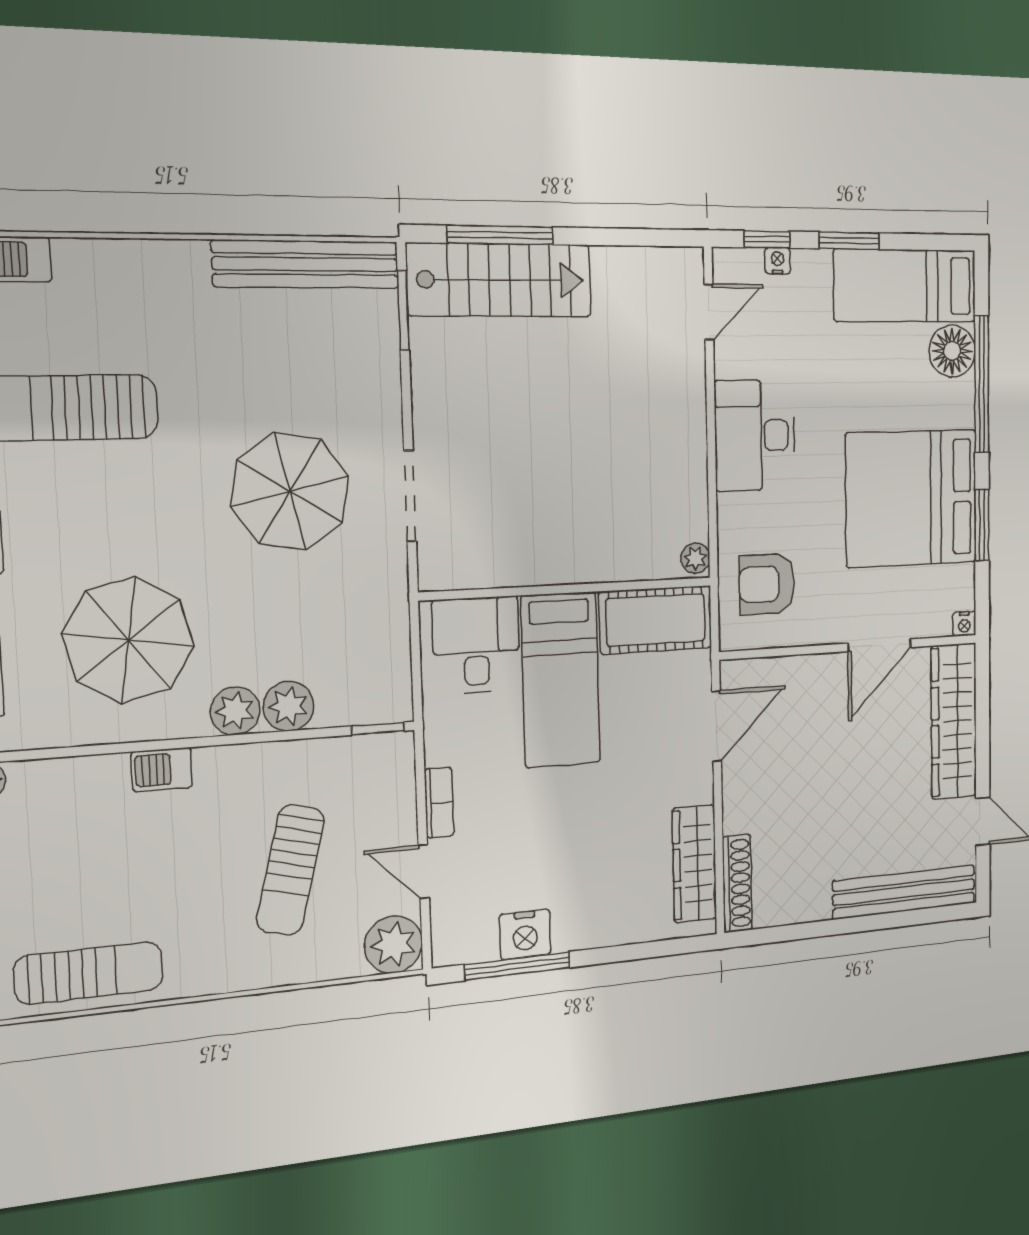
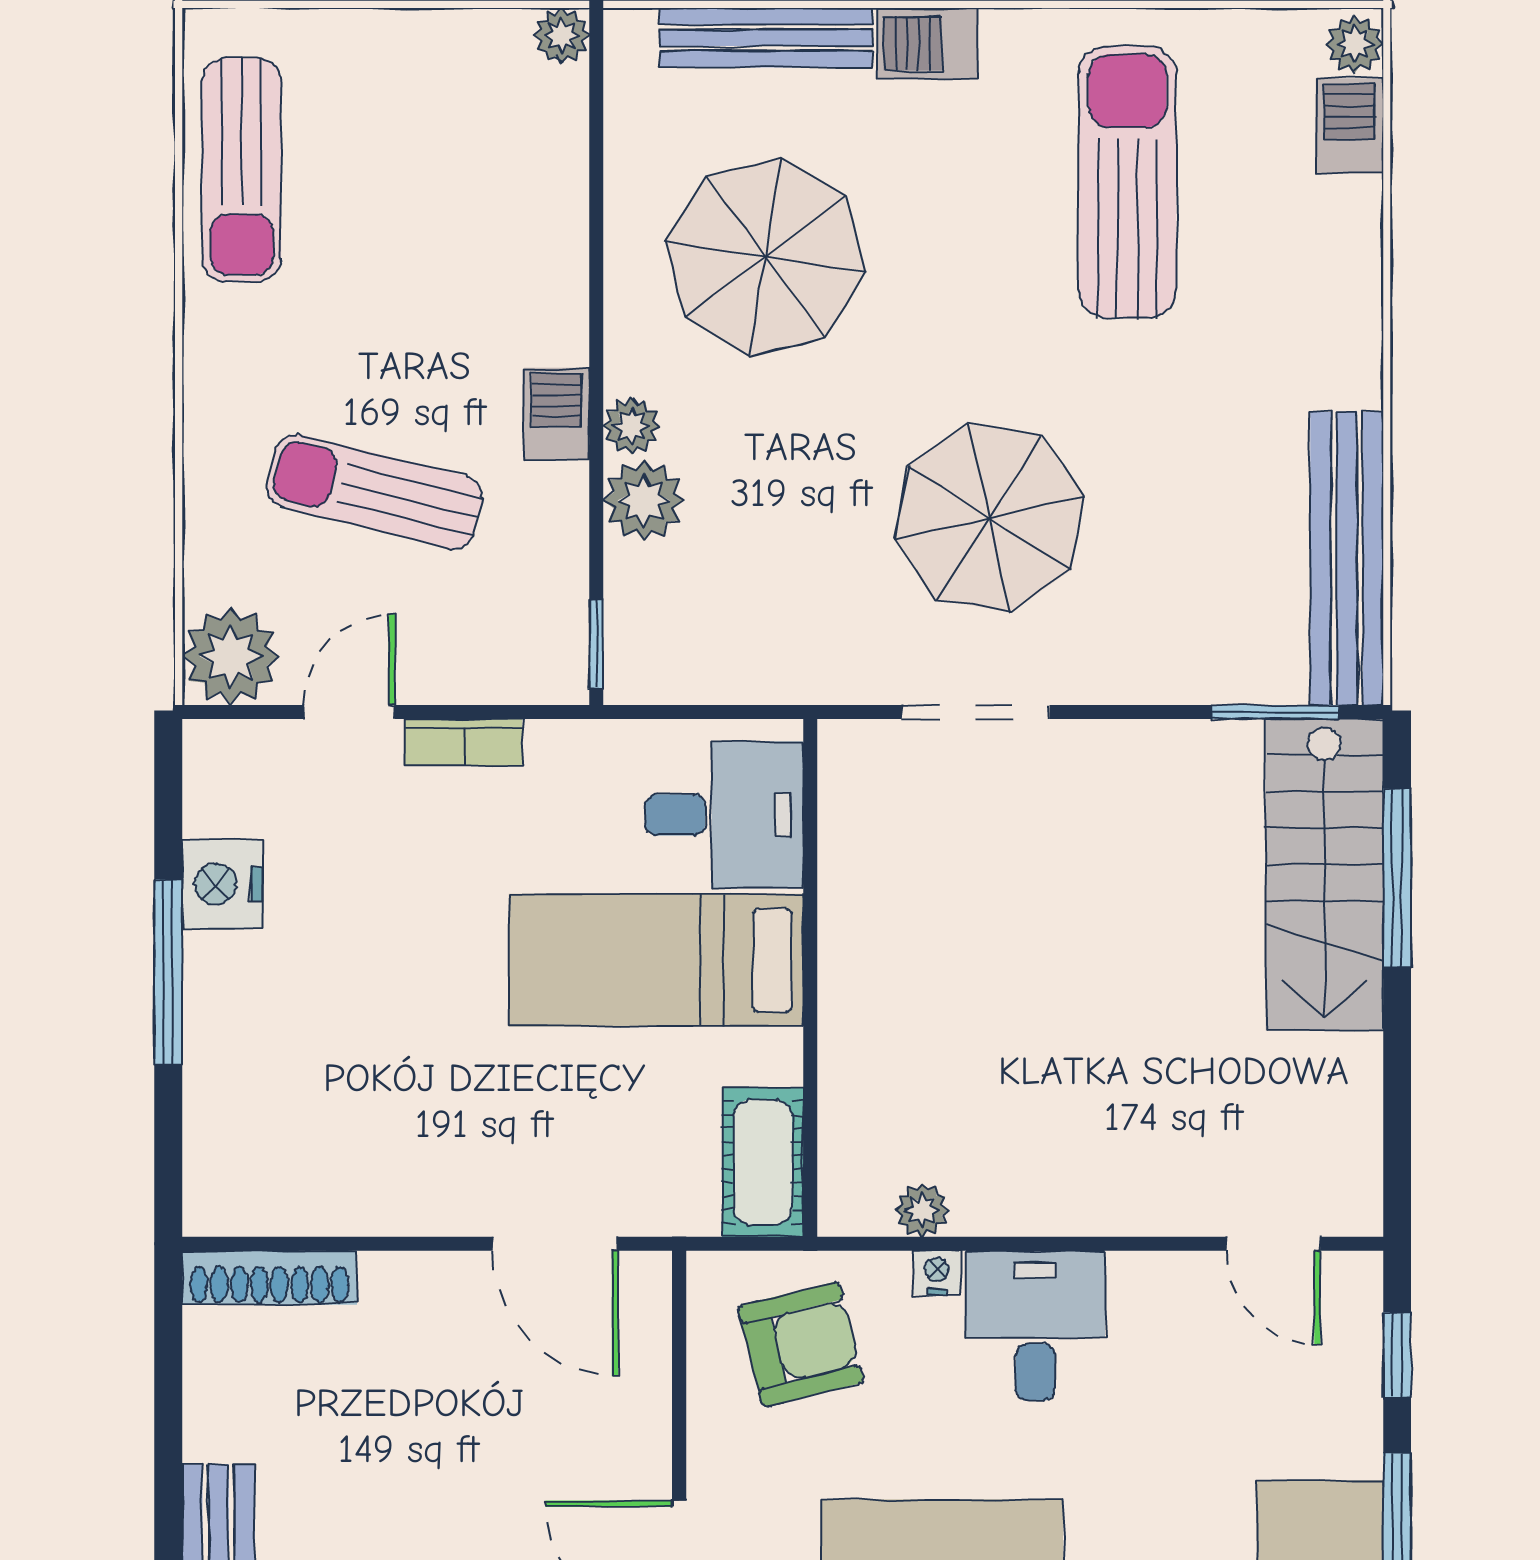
nightstand: (778, 261) -> (937, 1273), moved, turned -90
desk: (755, 435) -> (1035, 1326), width x0.73
plant: (695, 558) -> (922, 1210), moved
armchair: (767, 584) -> (801, 1344), turned 76
cot: (656, 620) -> (763, 1162), width x0.73, depth x0.75
plant: (235, 711) -> (631, 426), width x0.73, depth x0.73
barbecue: (162, 770) -> (557, 414), moved
wardrobe: (694, 864) -> (314, 1197), removed
window: (518, 966) -> (168, 972), moved

